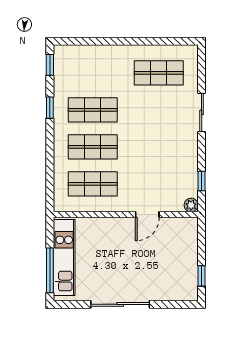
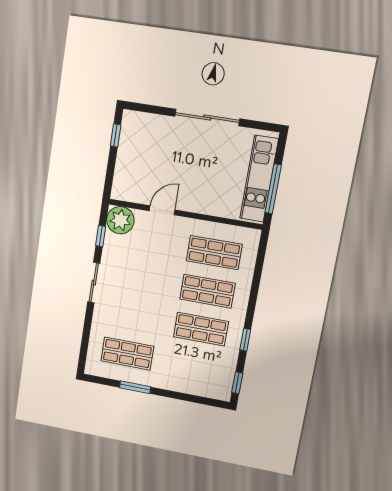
window: (146, 41) -> (135, 387), added
sliding door: (202, 113) -> (94, 283), moved
plant: (191, 205) -> (120, 220), width x1.88, depth x1.88
window: (50, 270) -> (273, 189), moved

